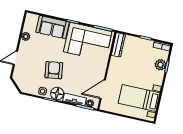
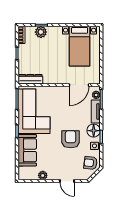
armchair: (54, 70) -> (71, 139), turned 98
armchair: (27, 84) -> (91, 163), added
door: (103, 89) -> (79, 85), hinge flipped

